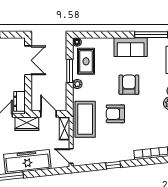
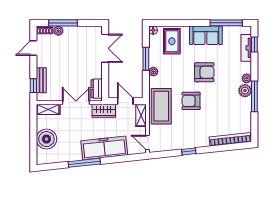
rug: (86, 61) -> (172, 41), moved
armchair: (129, 85) -> (204, 72), turned 90

